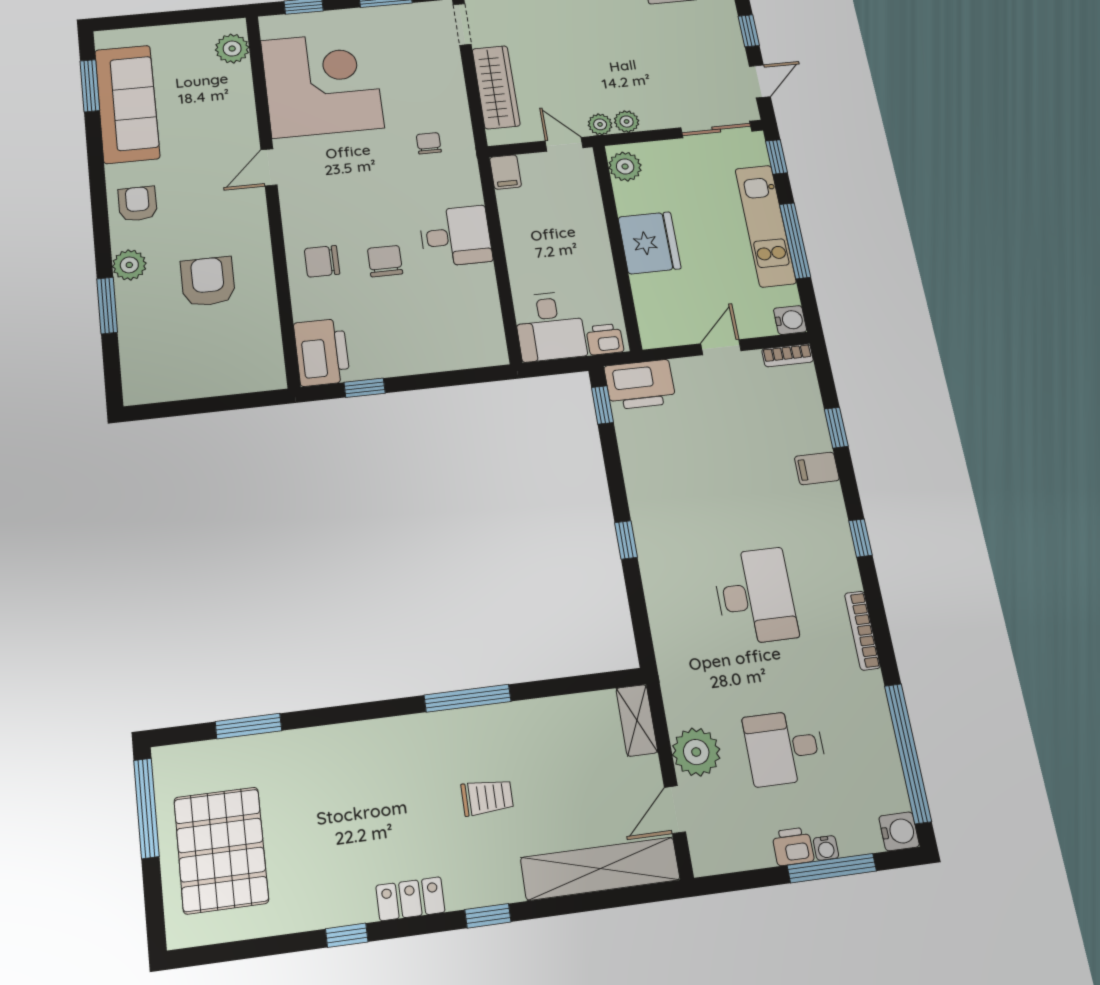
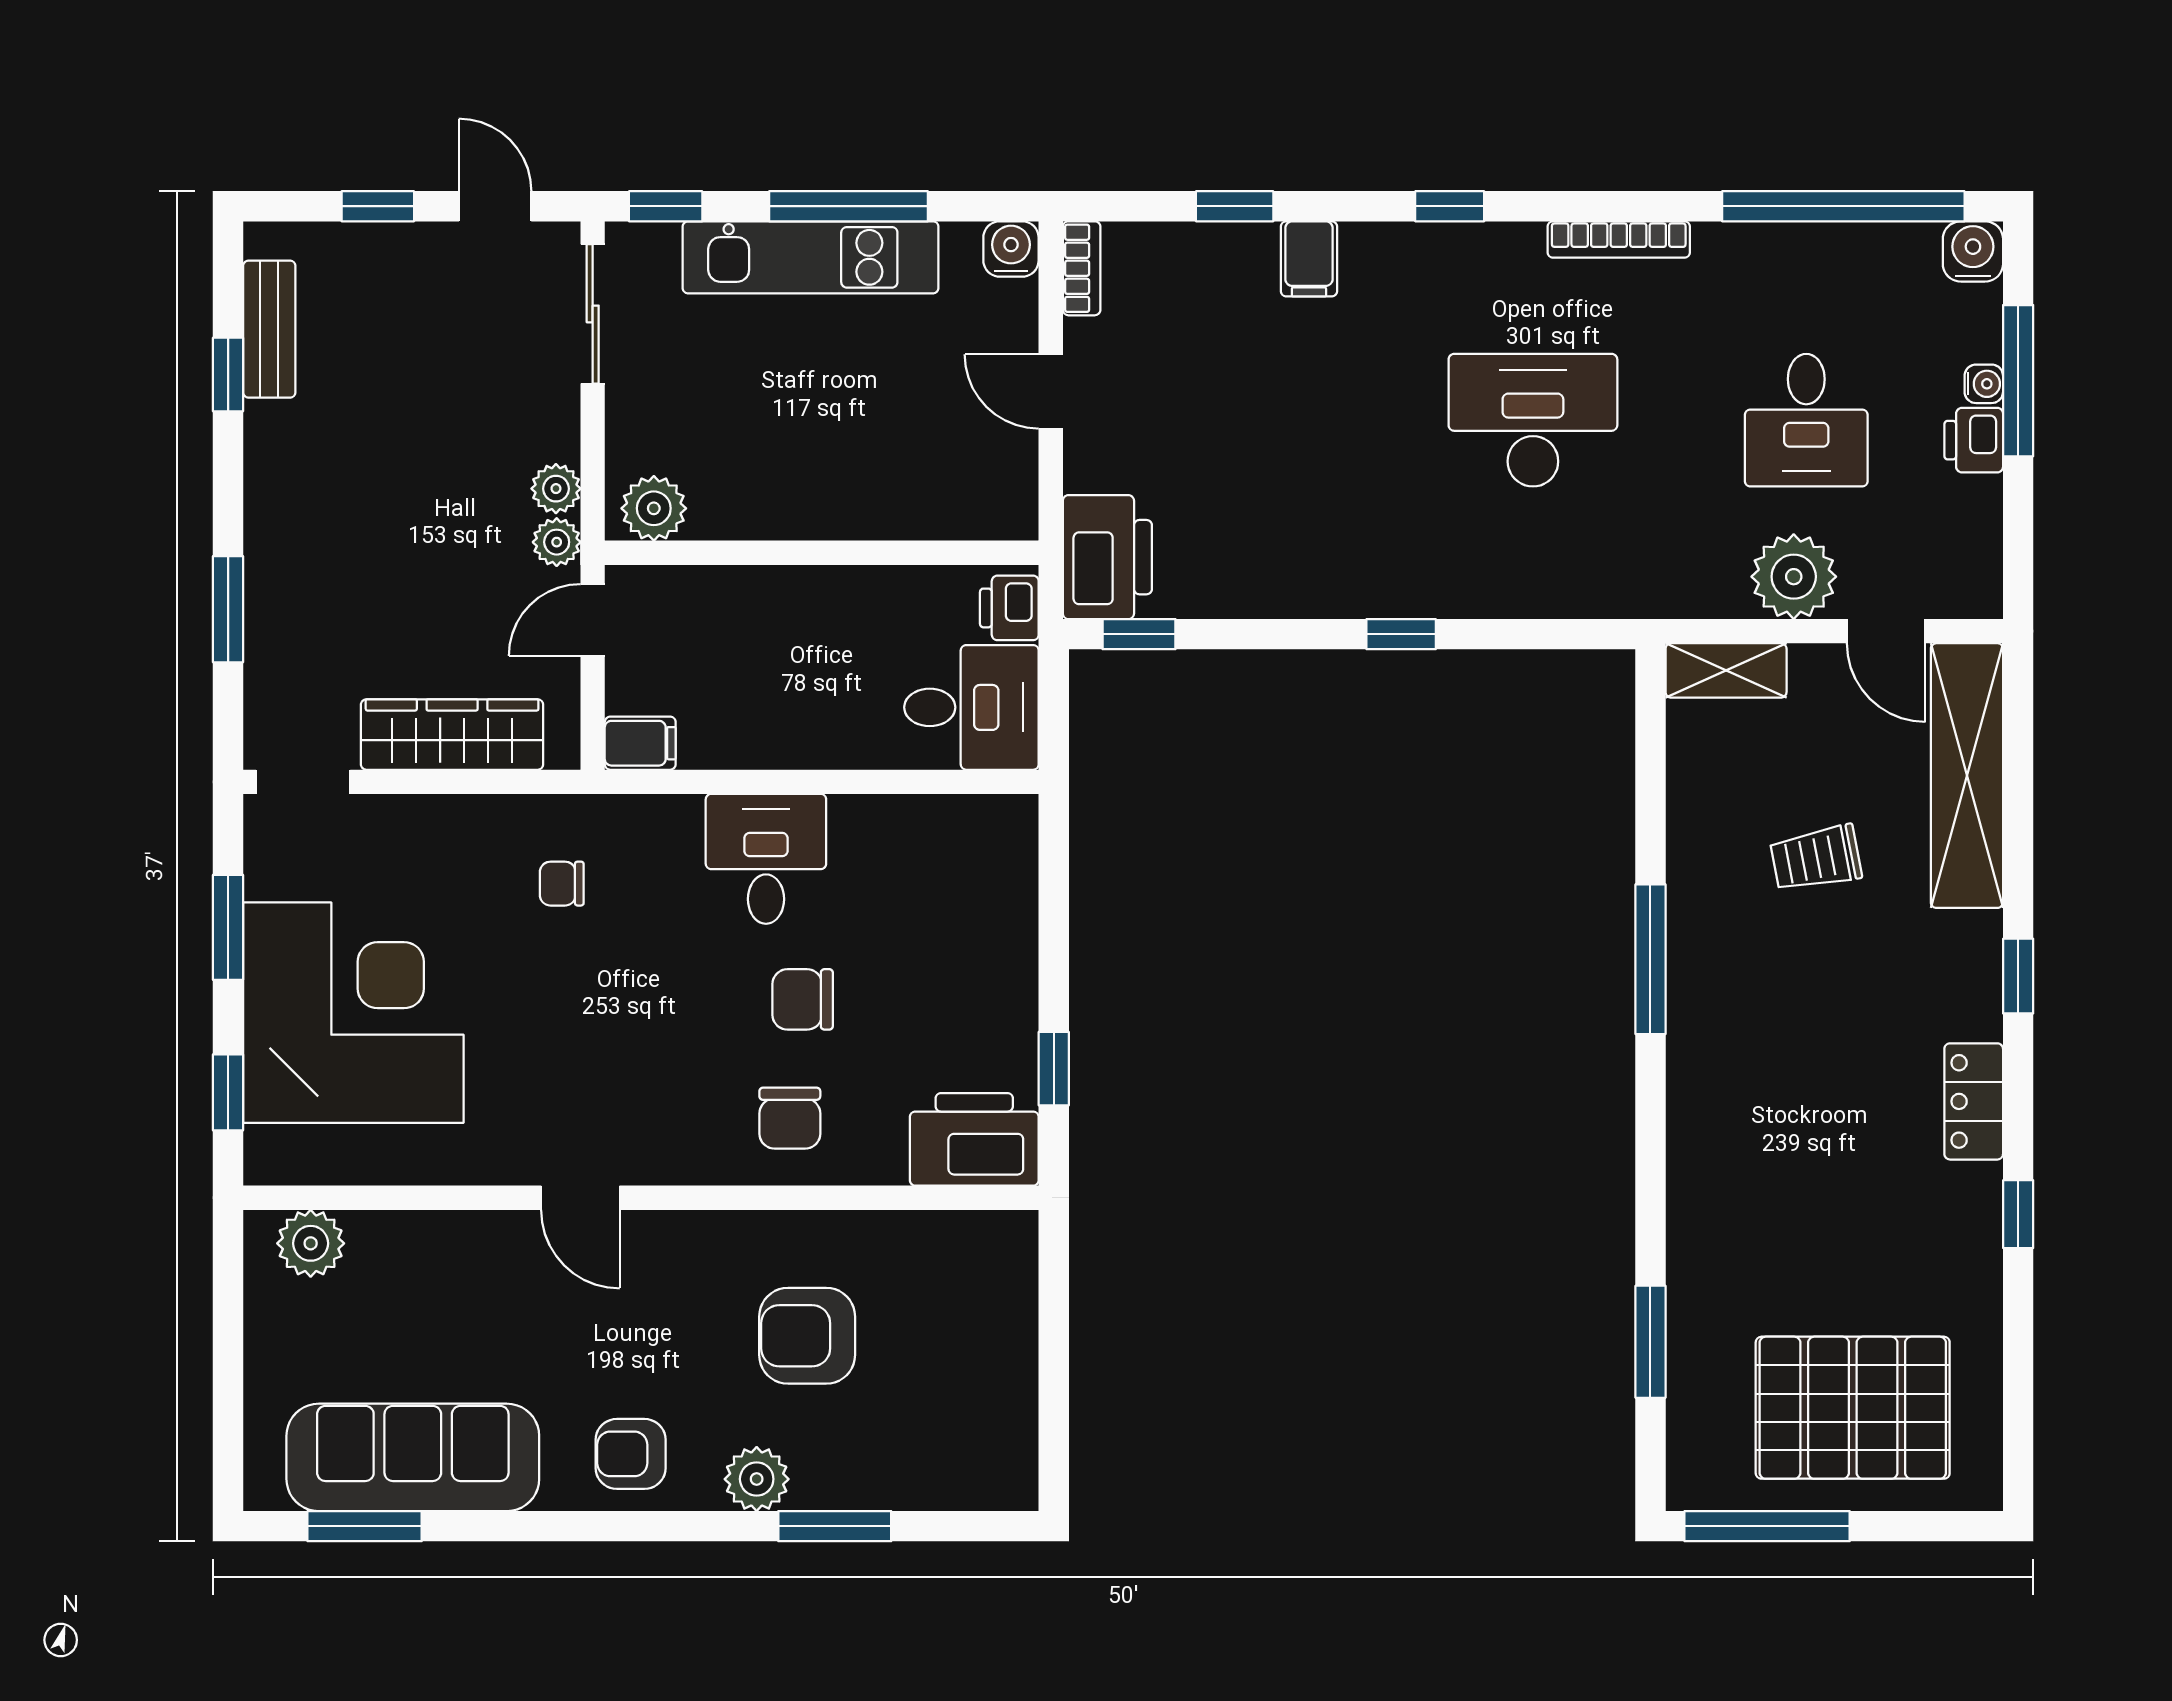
corner desk: (322, 84) -> (353, 1013), moved, turned 90
fridge: (649, 243) -> (821, 489), removed
trolley: (487, 797) -> (1816, 858), moved, turned -101

